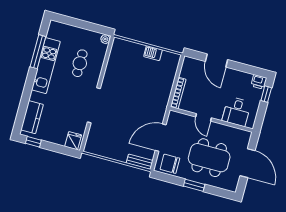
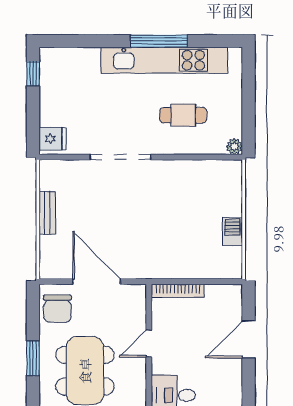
window: (38, 52) -> (159, 41), moved
kitchen unit: (46, 66) -> (164, 60), width x1.36
kitchen counter: (32, 117) -> (73, 60), removed
bench: (140, 162) -> (47, 213), moved
chair: (170, 164) -> (57, 309), turned 180

